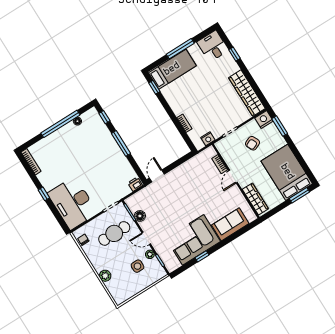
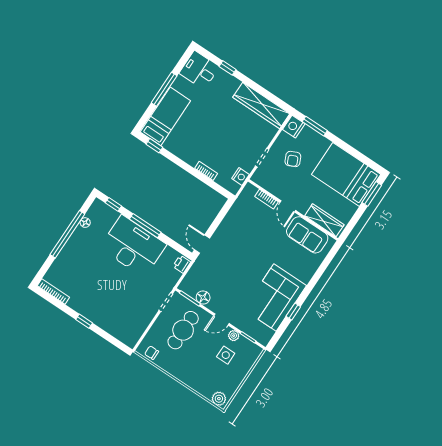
desk: (73, 203) -> (133, 246), moved, turned 180
sofa: (230, 224) -> (307, 235), moved, turned -90
plant: (105, 276) -> (219, 399), moved

